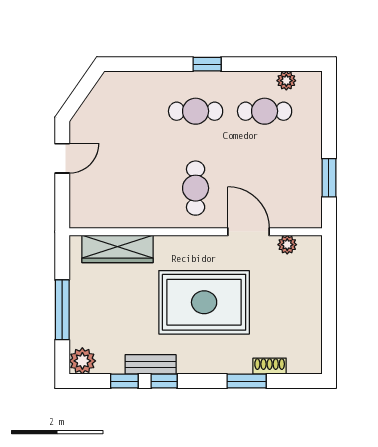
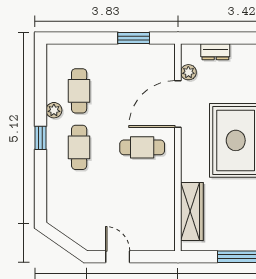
plant: (286, 81) -> (54, 110), moved
door: (248, 232) -> (178, 104), width x1.36
dresser: (312, 277) -> (215, 52), added

